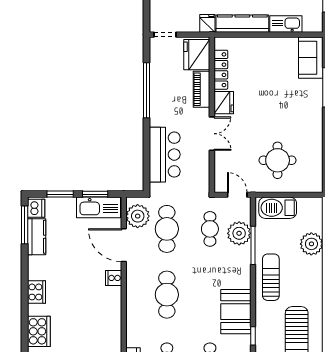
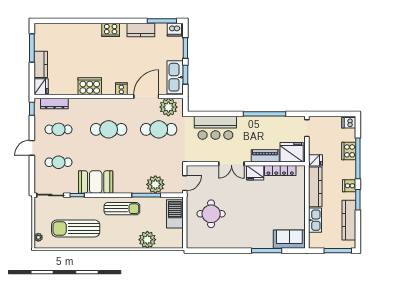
cafe table: (210, 229) -> (159, 162), removed
kitchen counter: (37, 237) -> (141, 30), moved
cooker: (39, 331) -> (90, 86), moved, turned 180

